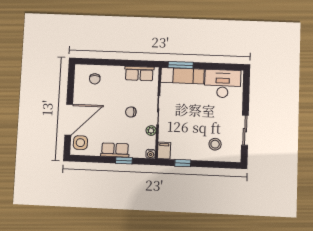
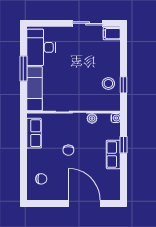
window: (181, 65) -> (23, 69), moved
chair: (131, 112) -> (68, 150), moved
side table: (80, 143) -> (107, 190), removed
stool: (215, 144) -> (108, 83), moved
filing cabinet: (164, 151) -> (112, 34), moved

